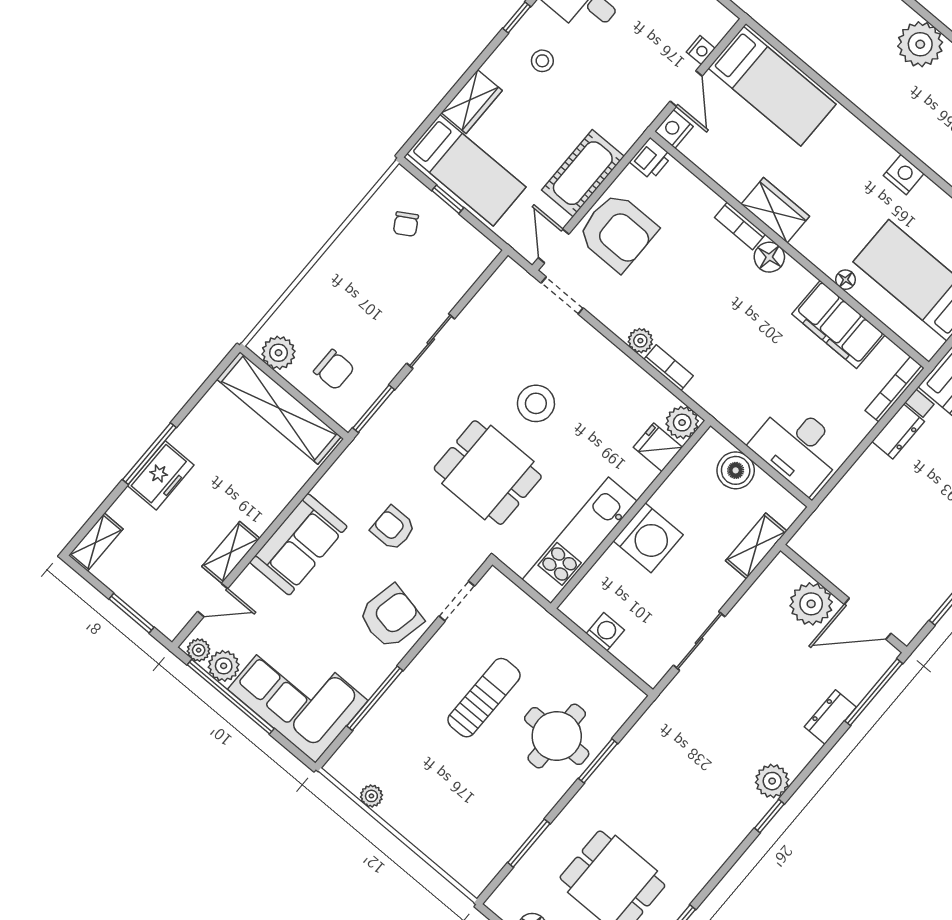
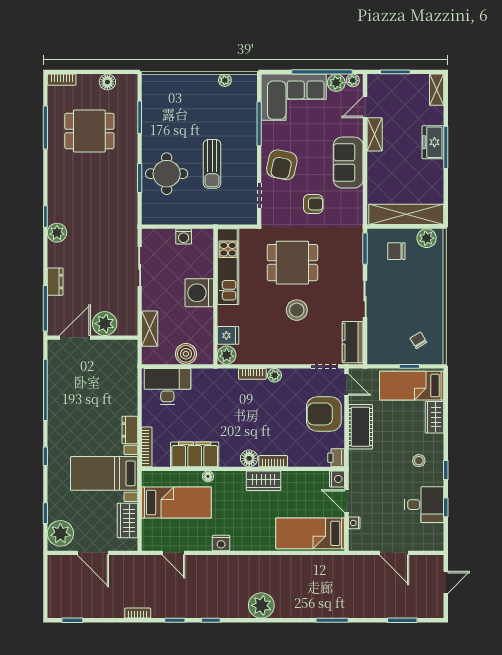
kitchen counter: (497, 296) -> (353, 342), added

